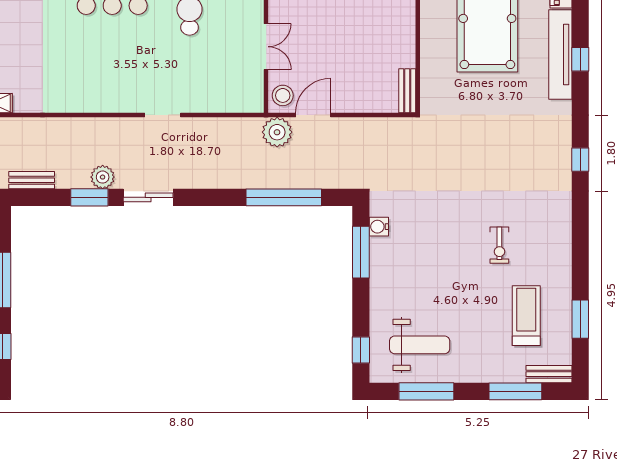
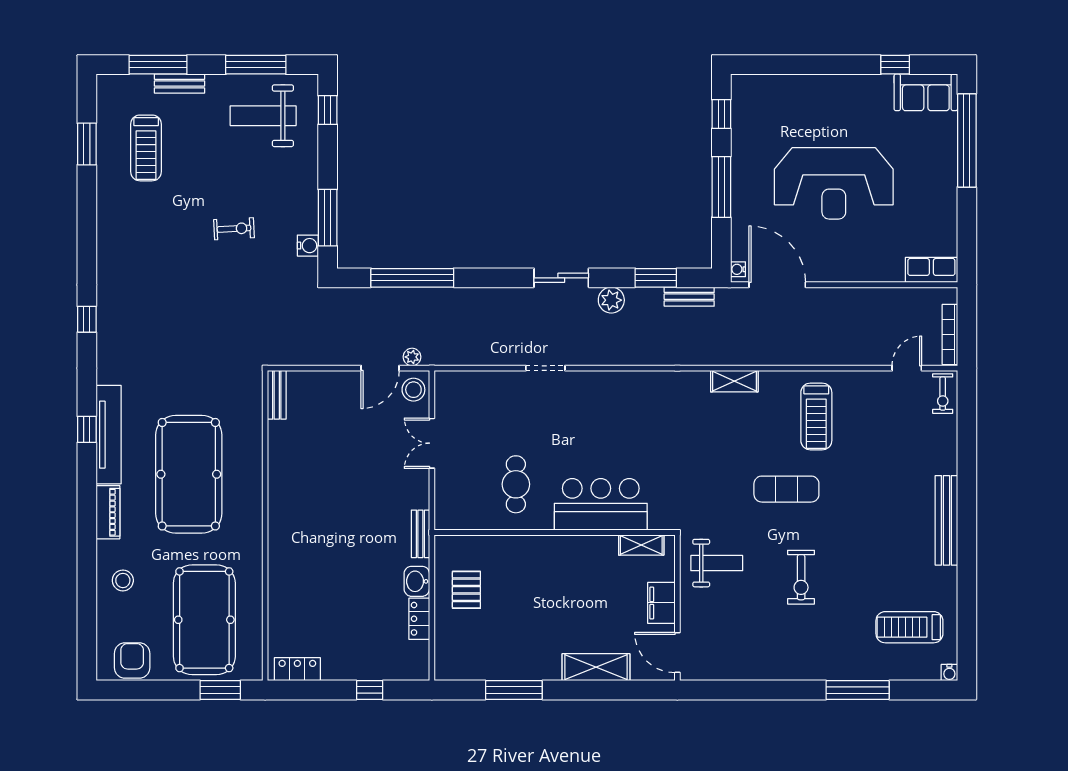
plant: (277, 132) -> (412, 357), width x0.53, depth x0.53
window: (89, 197) -> (656, 278), moved
exercise bike: (499, 245) -> (234, 229), moved, turned 87
bench: (549, 374) -> (179, 84), moved

